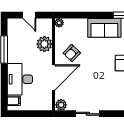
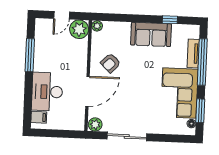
door: (29, 15) -> (62, 15), hinge flipped
plant: (44, 44) -> (79, 29), moved
sliding door: (88, 114) -> (127, 136), width x1.37

